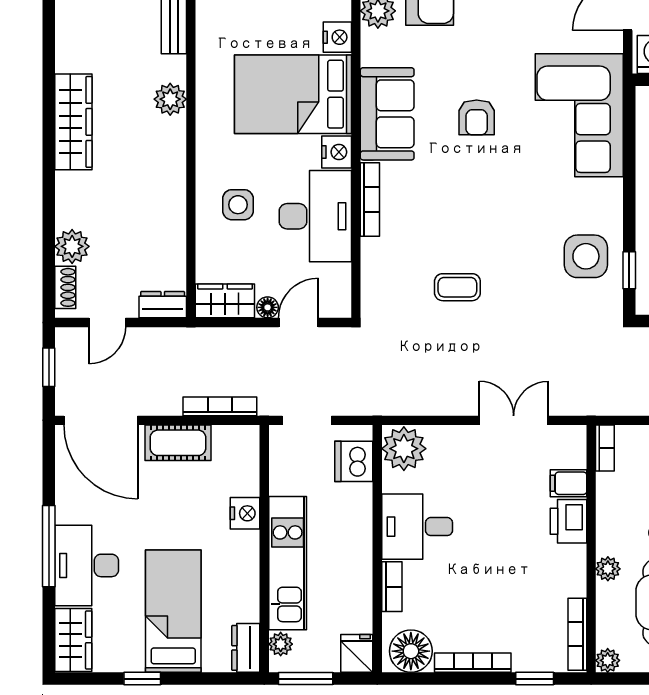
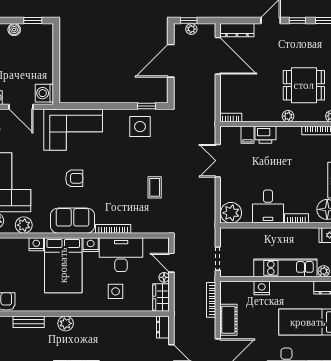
dishwasher: (354, 461) -> (237, 237), removed

